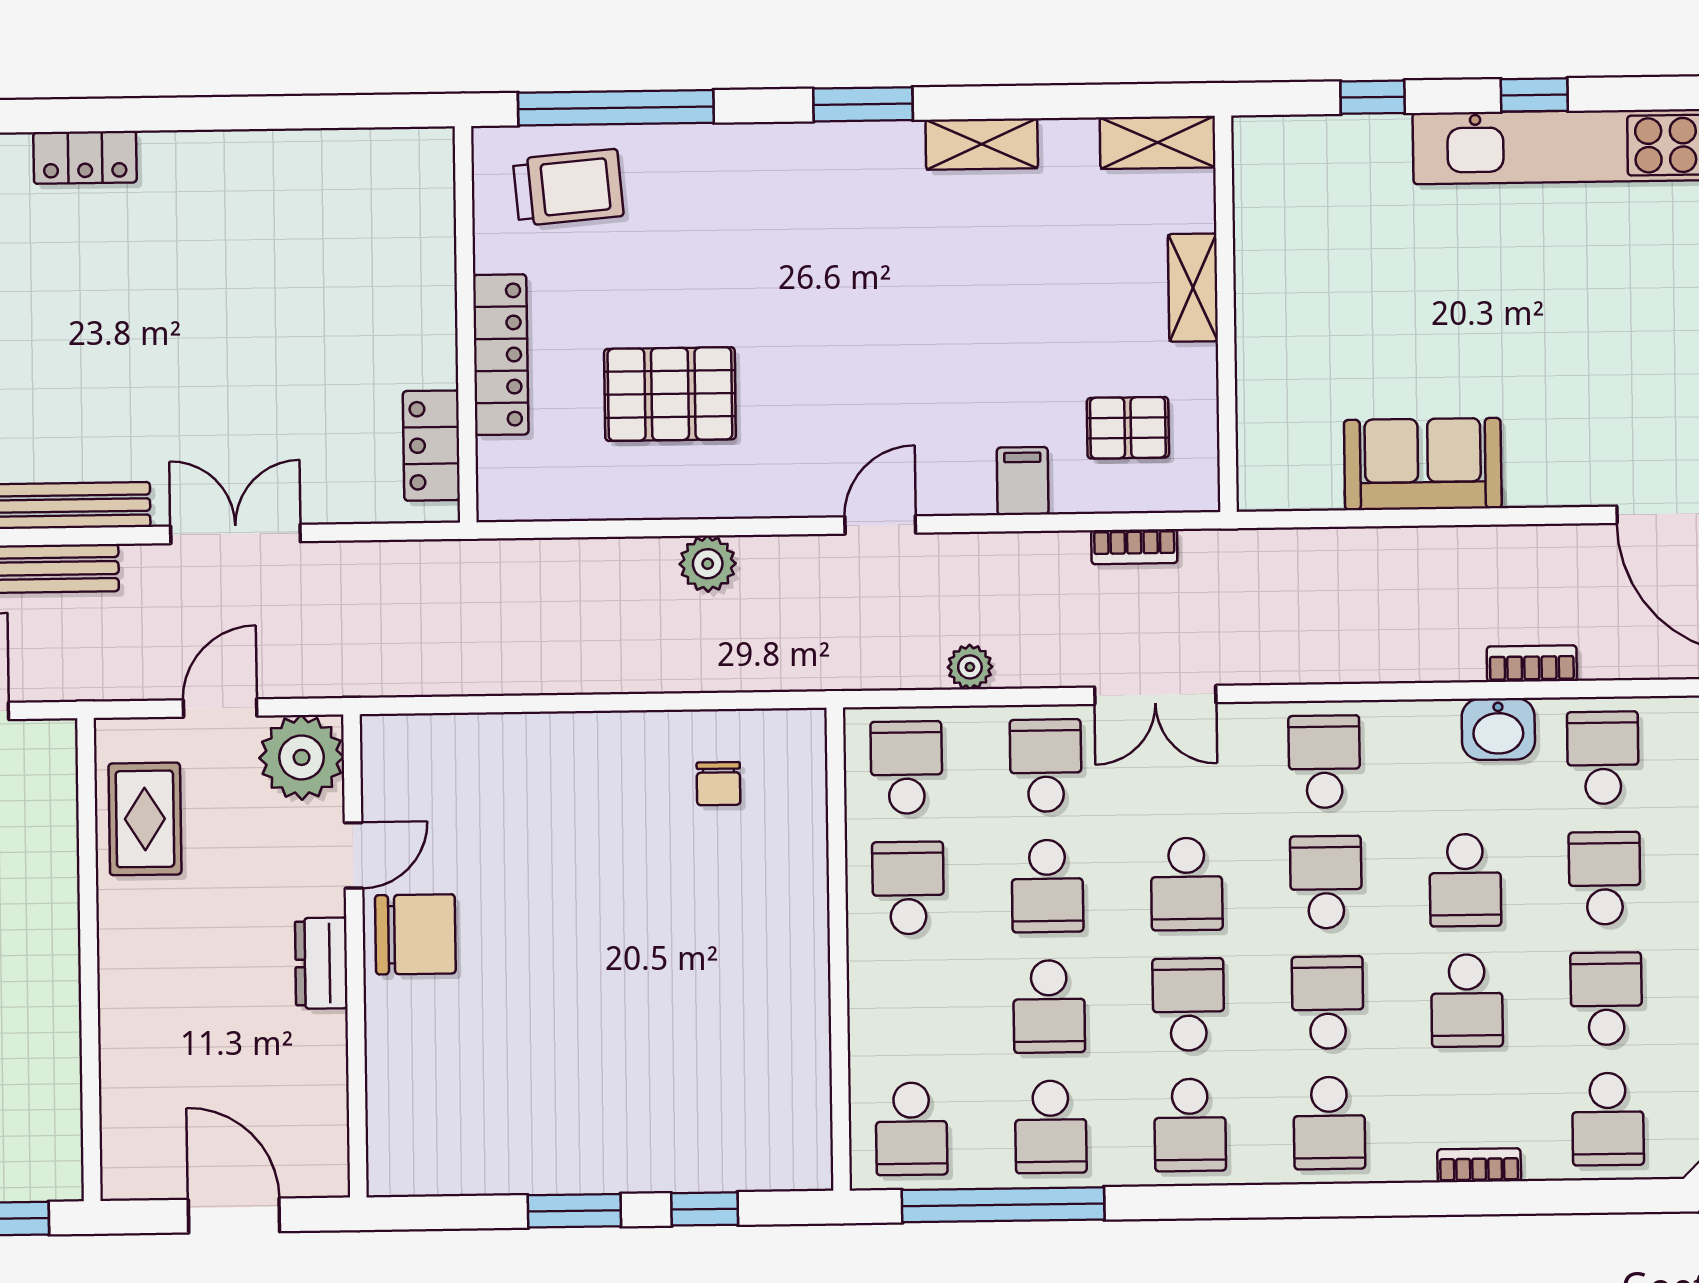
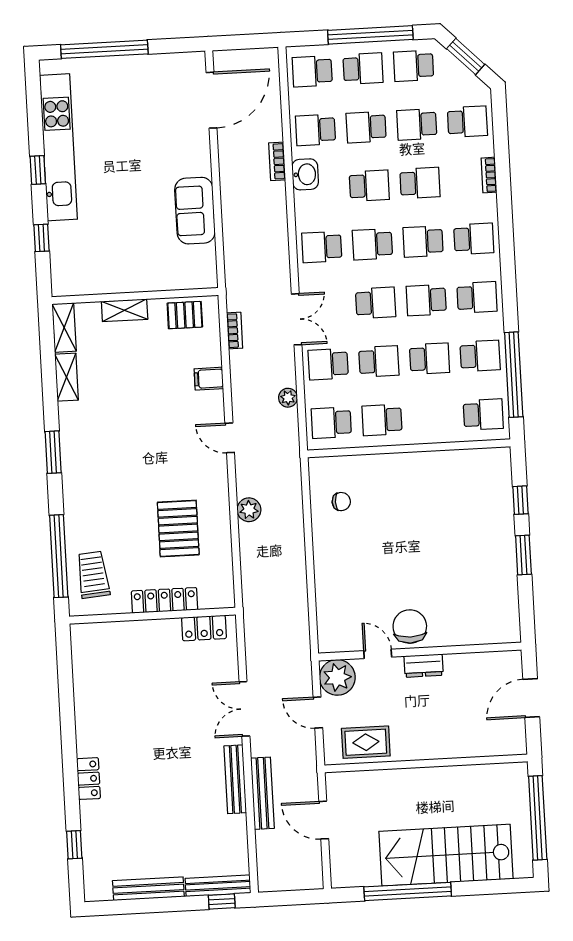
shelving: (982, 144) -> (66, 377), moved
pallet: (1128, 428) -> (185, 315), moved, turned 90

